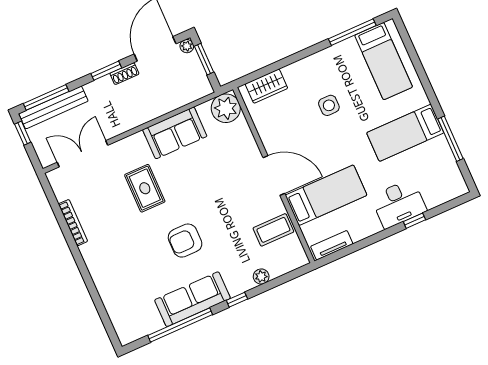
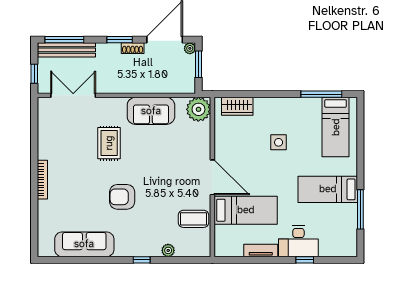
window: (23, 133) -> (34, 74), moved
bookcase: (73, 223) -> (42, 180), moved
tv unit: (332, 245) -> (261, 250), moved
sofa: (192, 299) -> (84, 244), moved
window: (180, 325) -> (90, 260), removed

